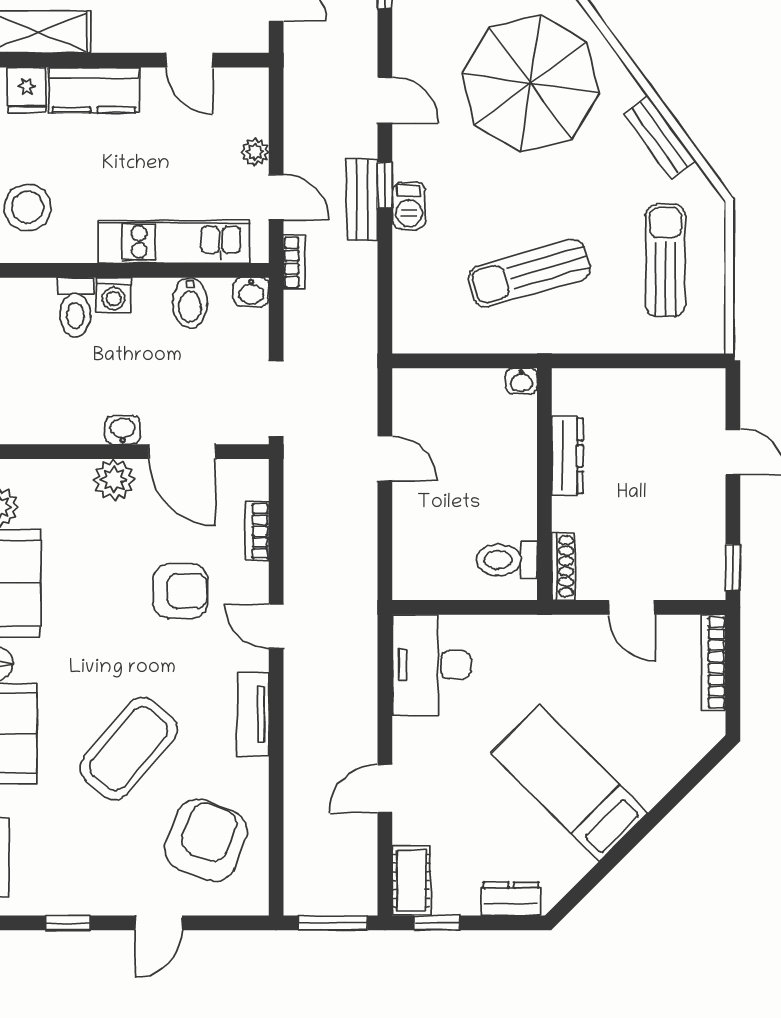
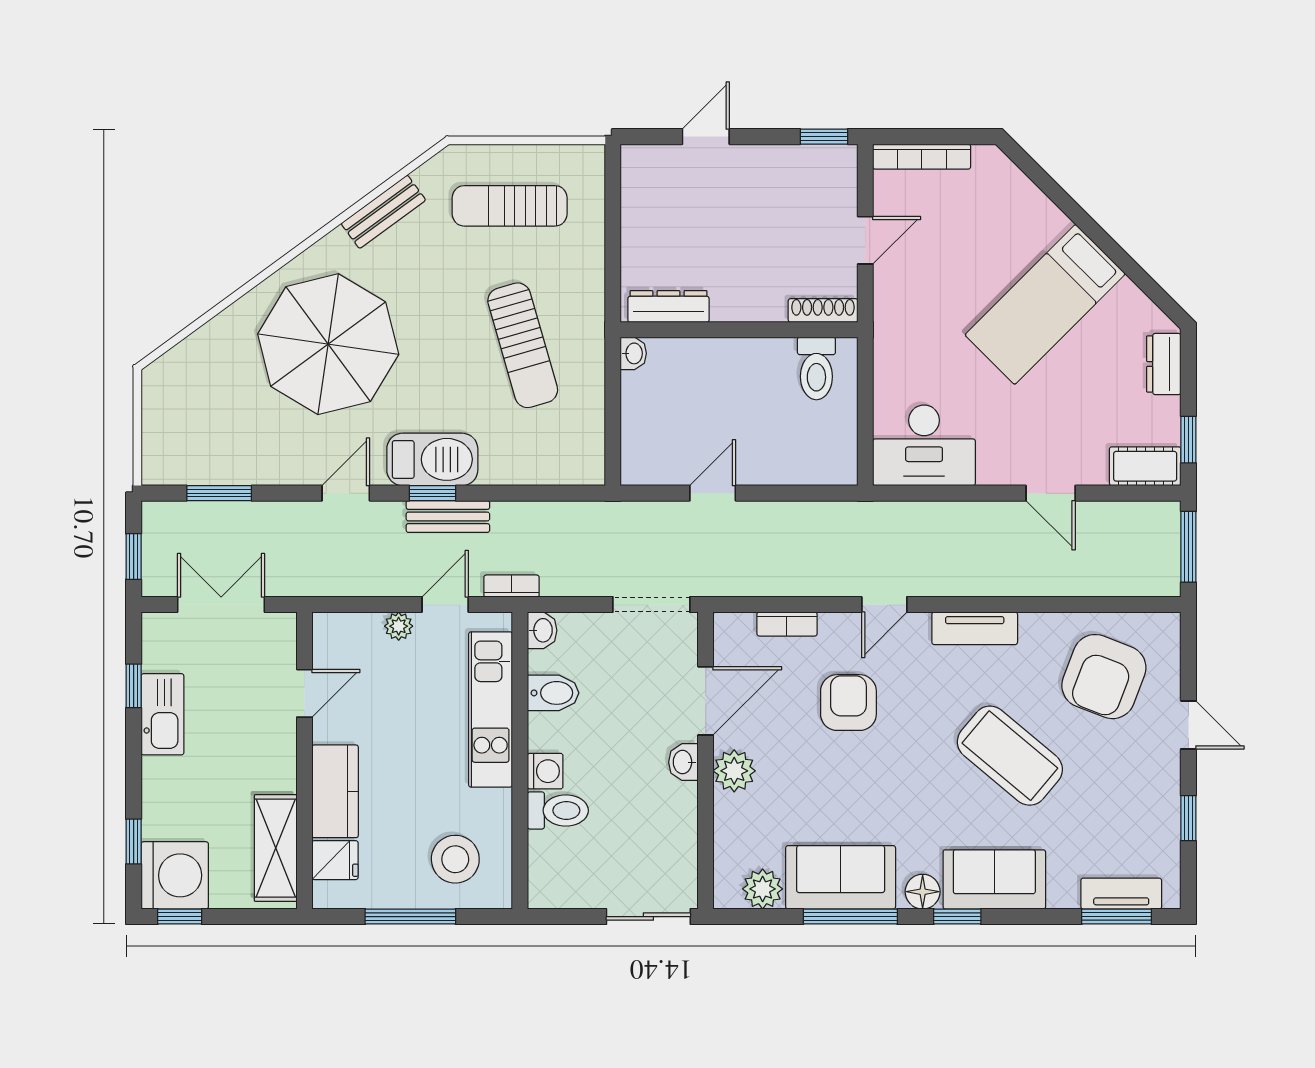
barbecue: (409, 206) -> (432, 459), width x1.88, depth x1.53
dresser: (567, 456) -> (668, 306), moved
armchair: (206, 840) -> (1104, 677), turned -90

